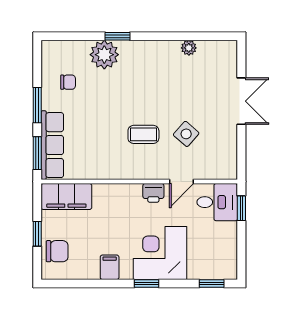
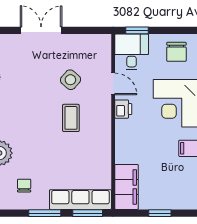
chair: (57, 251) -> (176, 52), moved, turned 180

